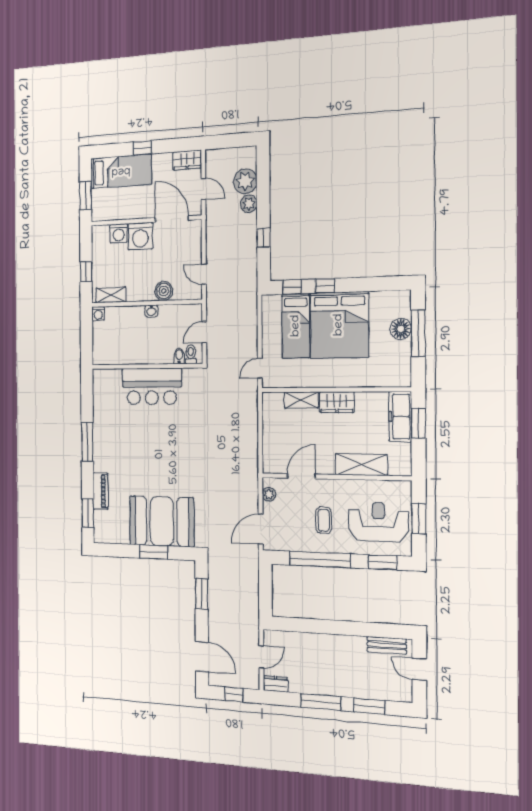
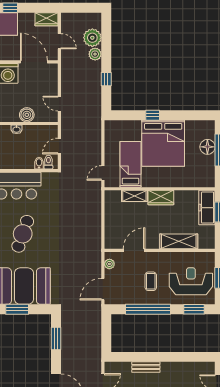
window: (292, 287) -> (128, 115), removed
bed: (296, 326) -> (130, 164), moved, turned 180
cafe table: (160, 451) -> (23, 234), added
bench: (387, 645) -> (146, 367), moved

